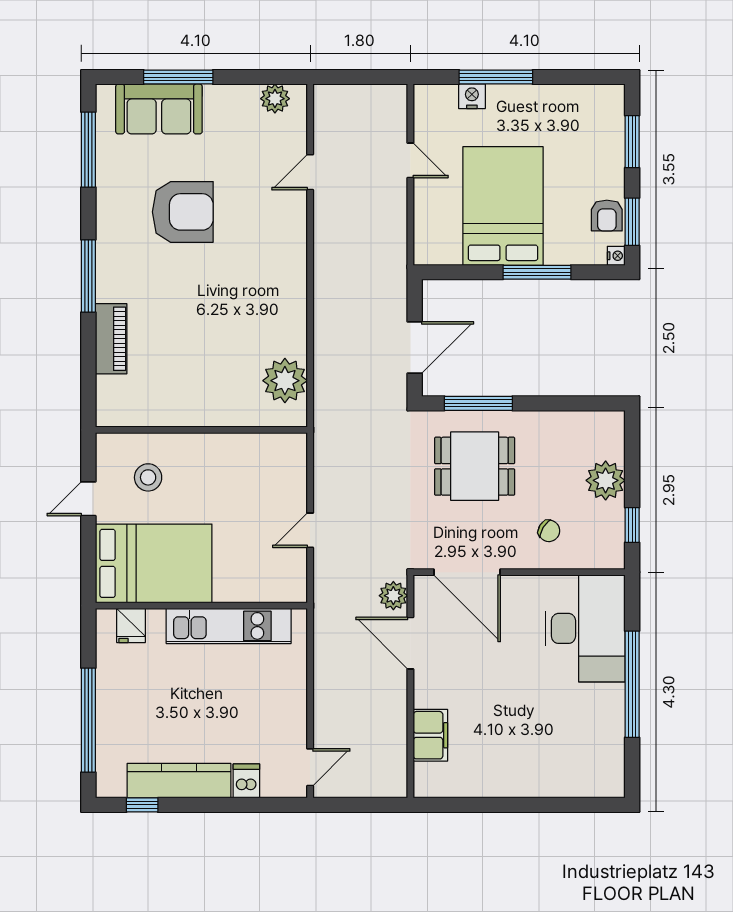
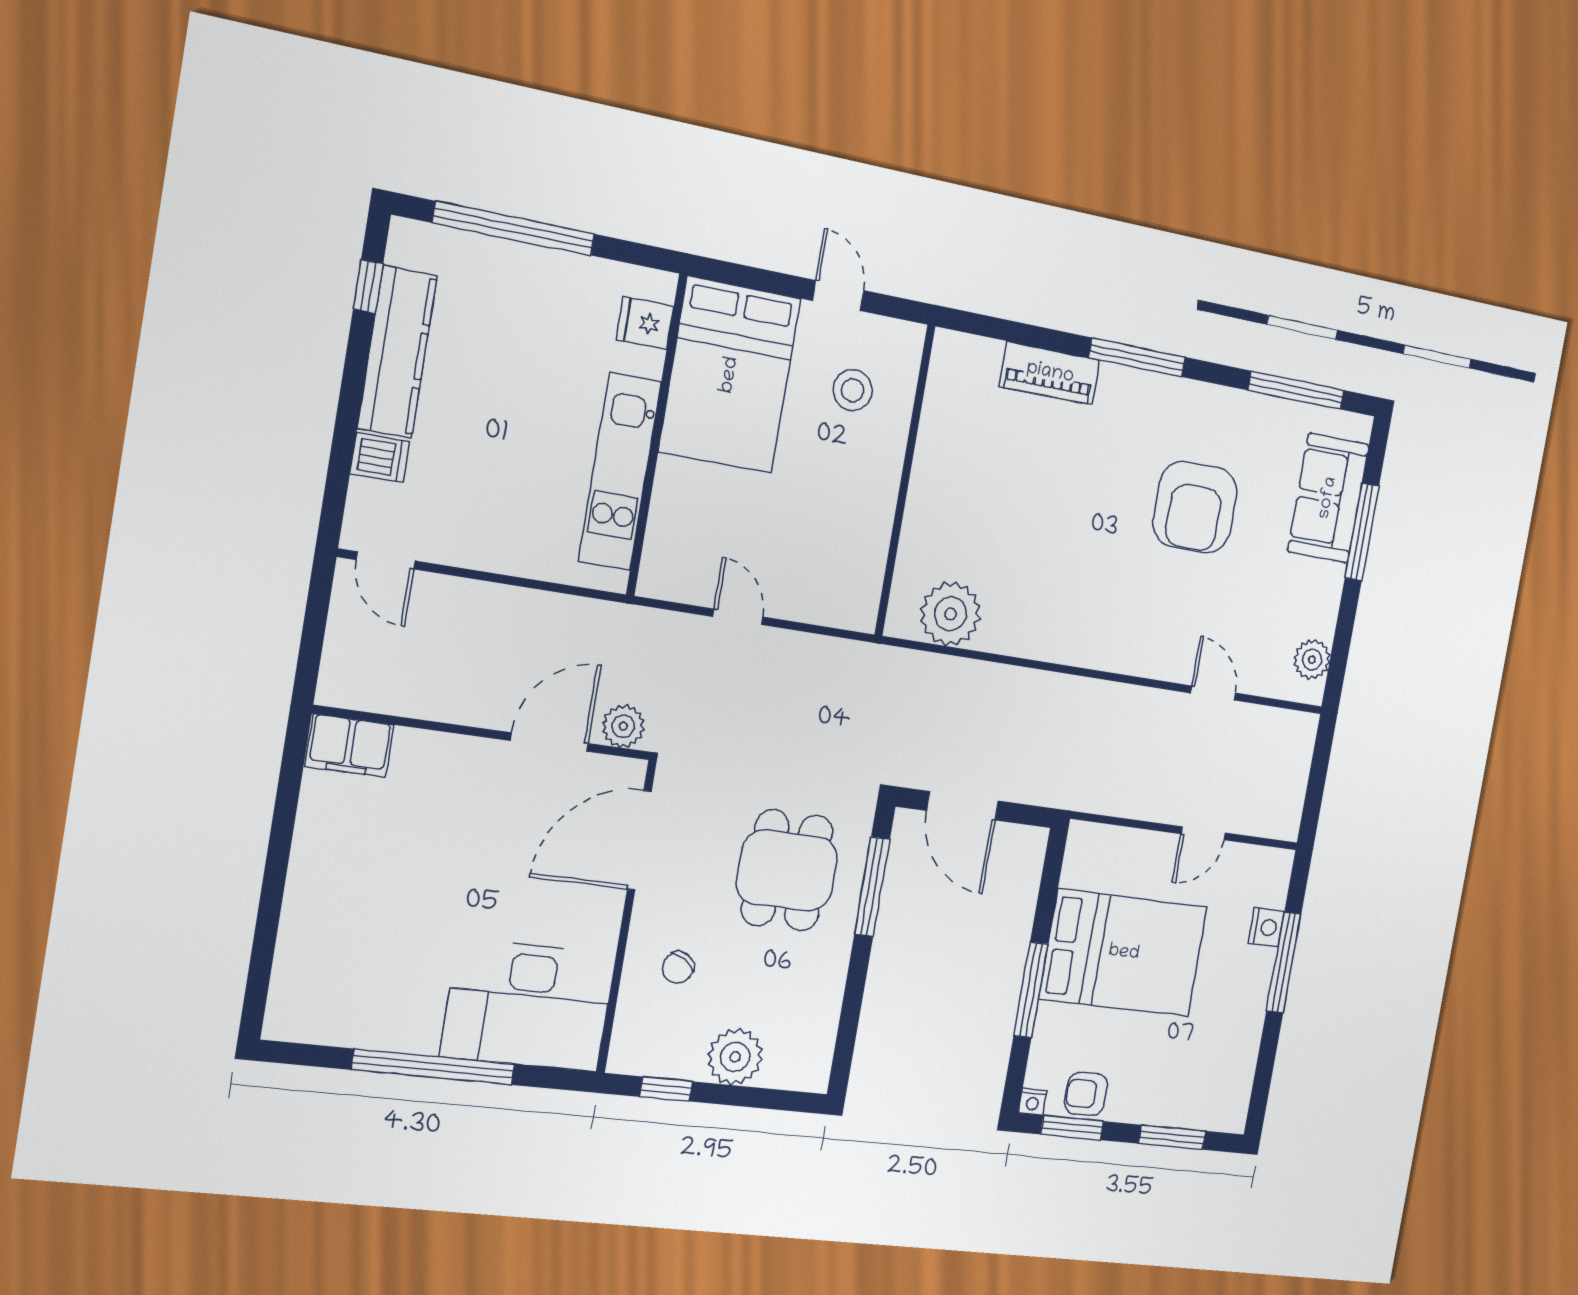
filing cabinet: (430, 735) -> (350, 746), moved

